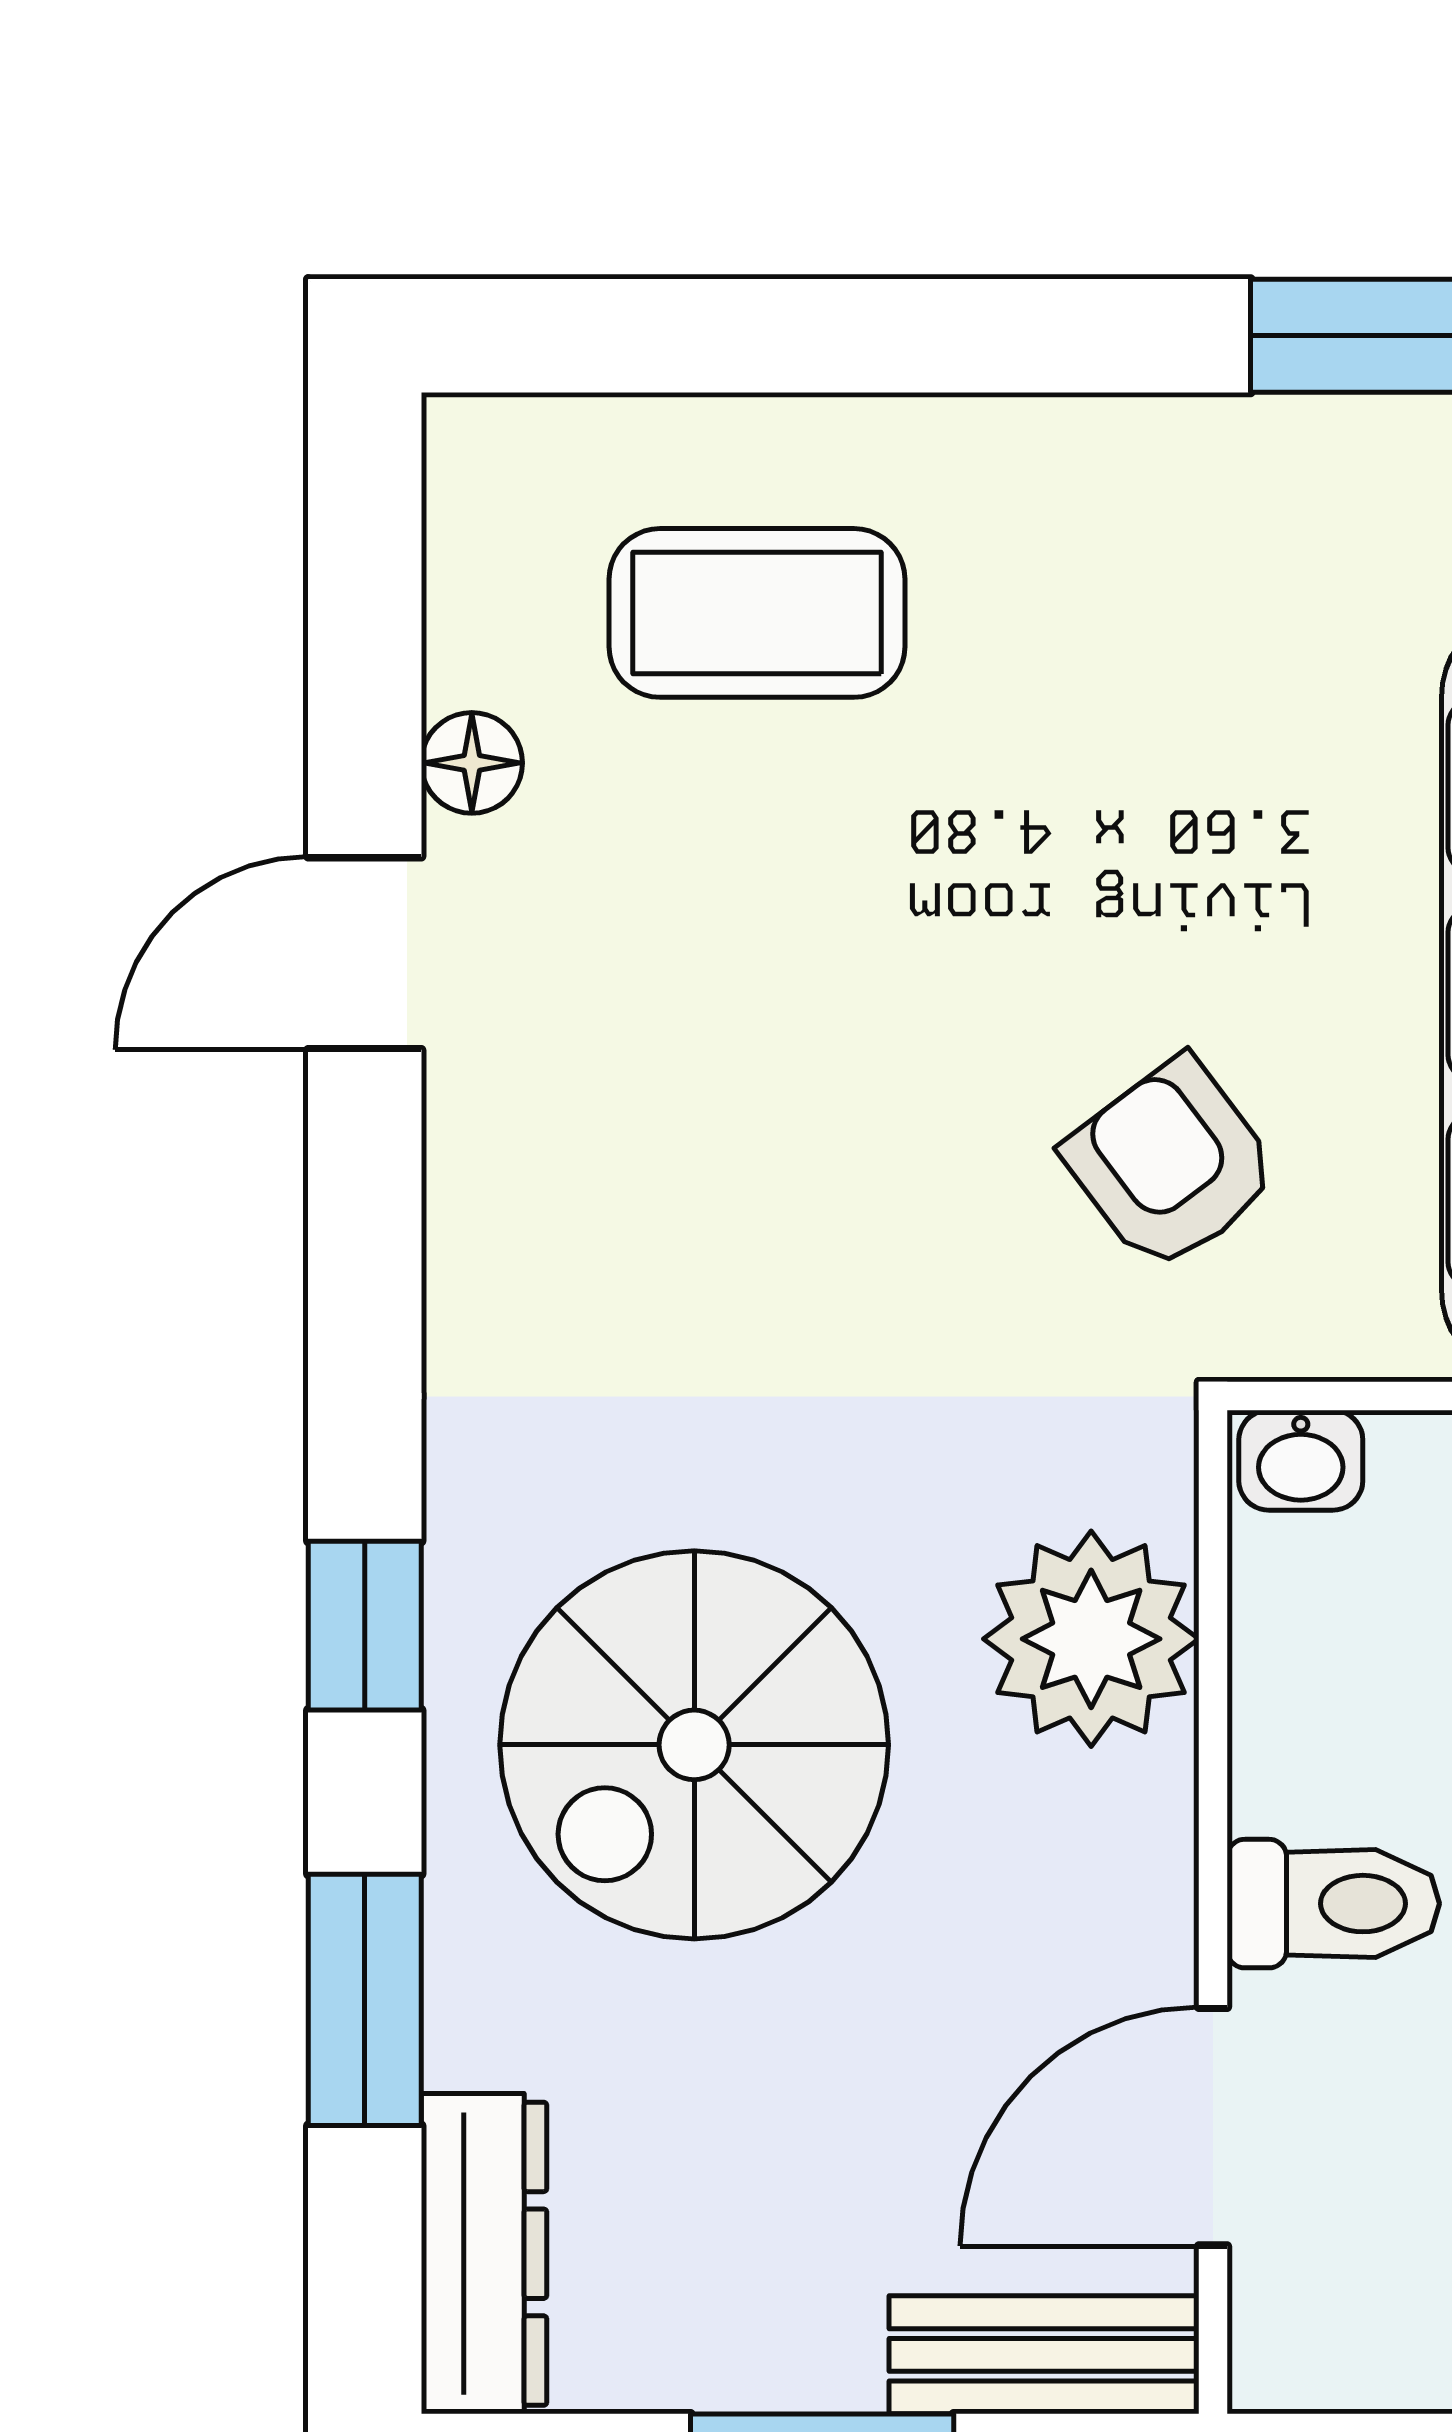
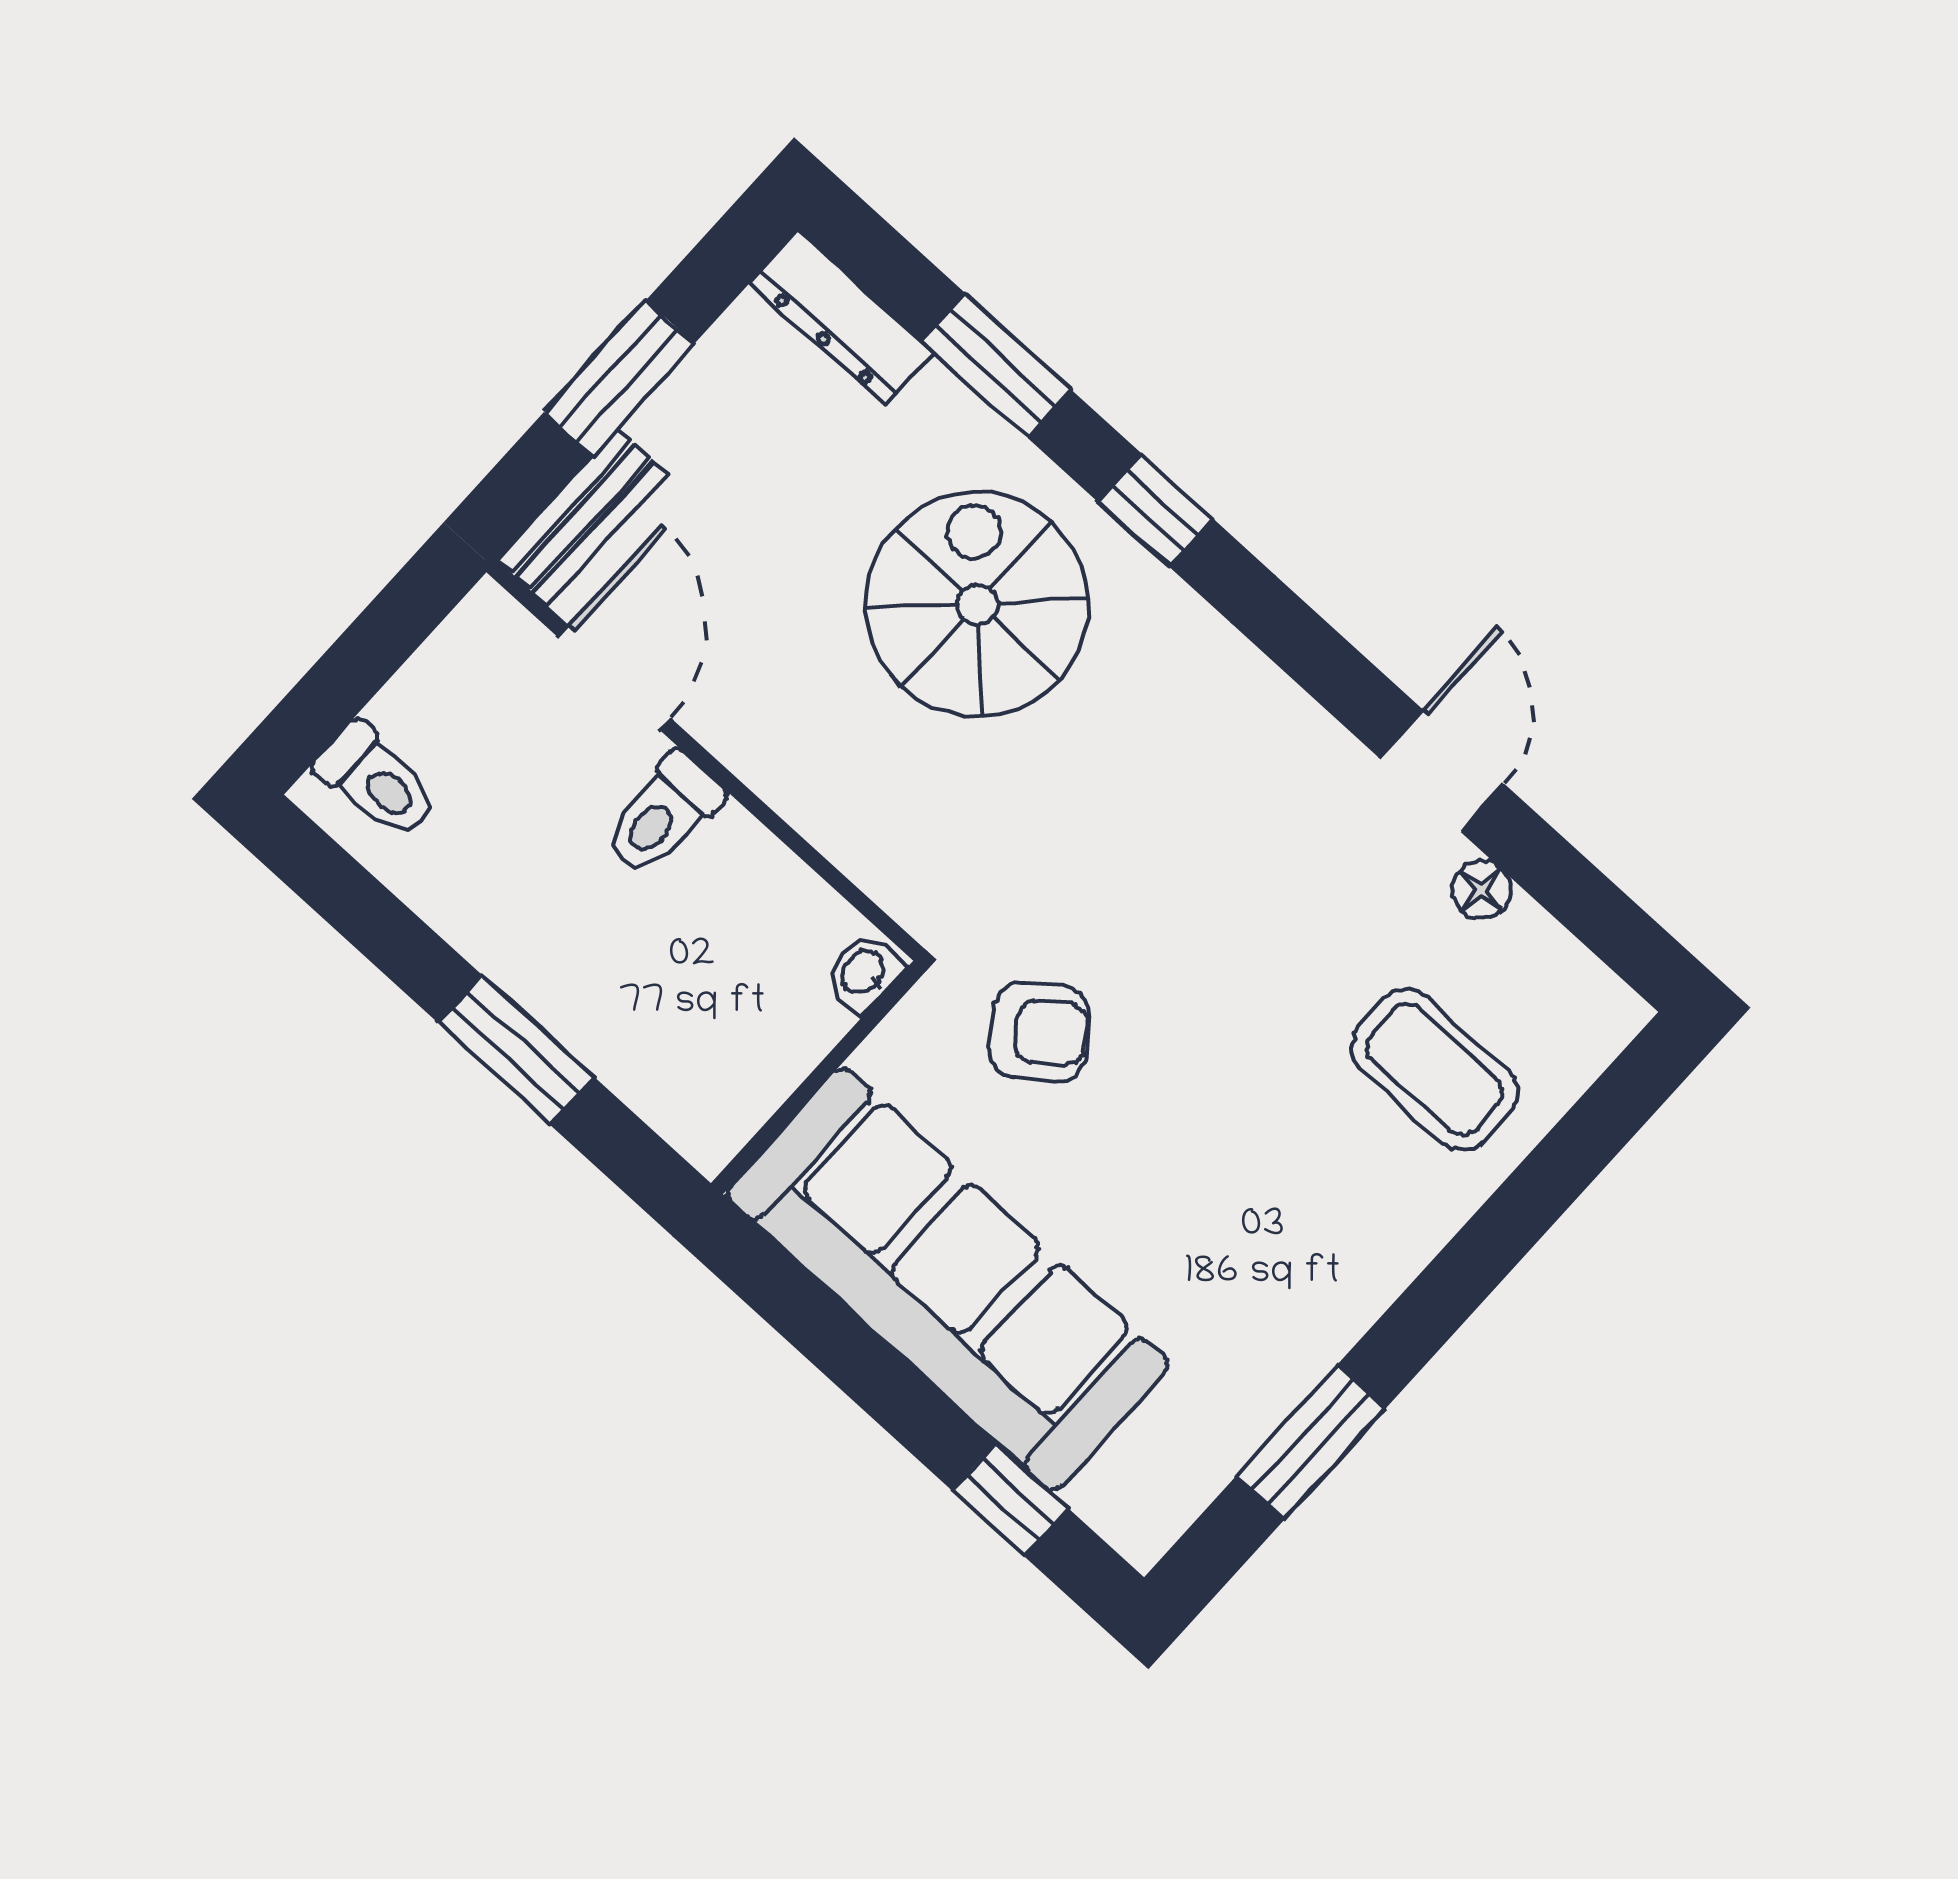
coffee table: (757, 613) -> (1435, 1069), turned 90
plant: (1091, 1639) -> (869, 814), removed

